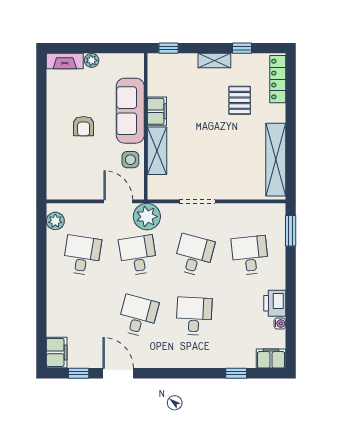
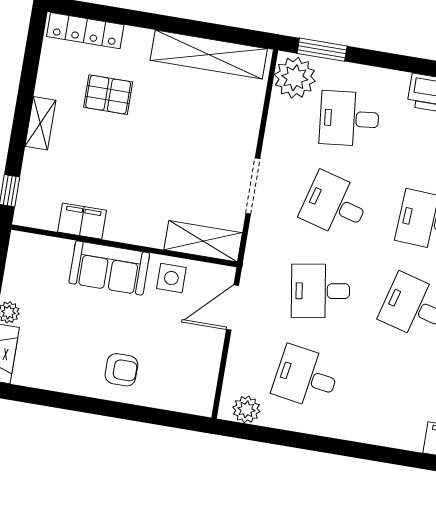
window: (242, 48) -> (28, 78), removed
sofa: (130, 111) -> (109, 268), width x0.73
filing cabinet: (157, 111) -> (82, 221), moved
armchair: (84, 126) -> (121, 370), moved
shelving: (157, 151) -> (203, 241), moved
plant: (147, 217) -> (295, 78), moved

